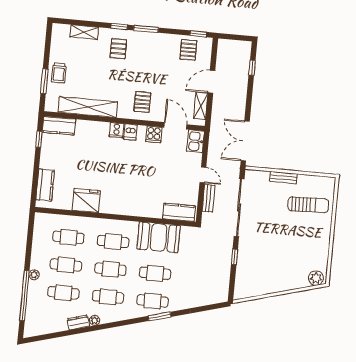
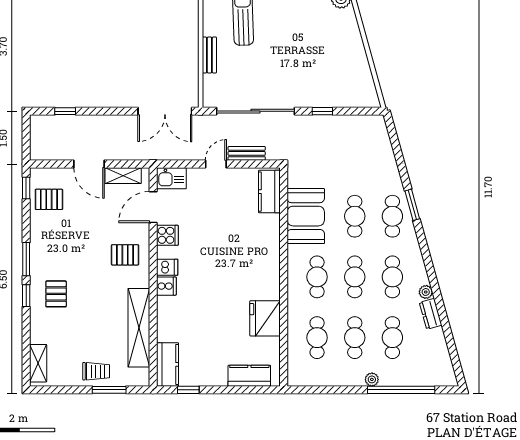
shelving: (84, 32) -> (38, 363), moved
pallet: (118, 49) -> (56, 294), turned 90

